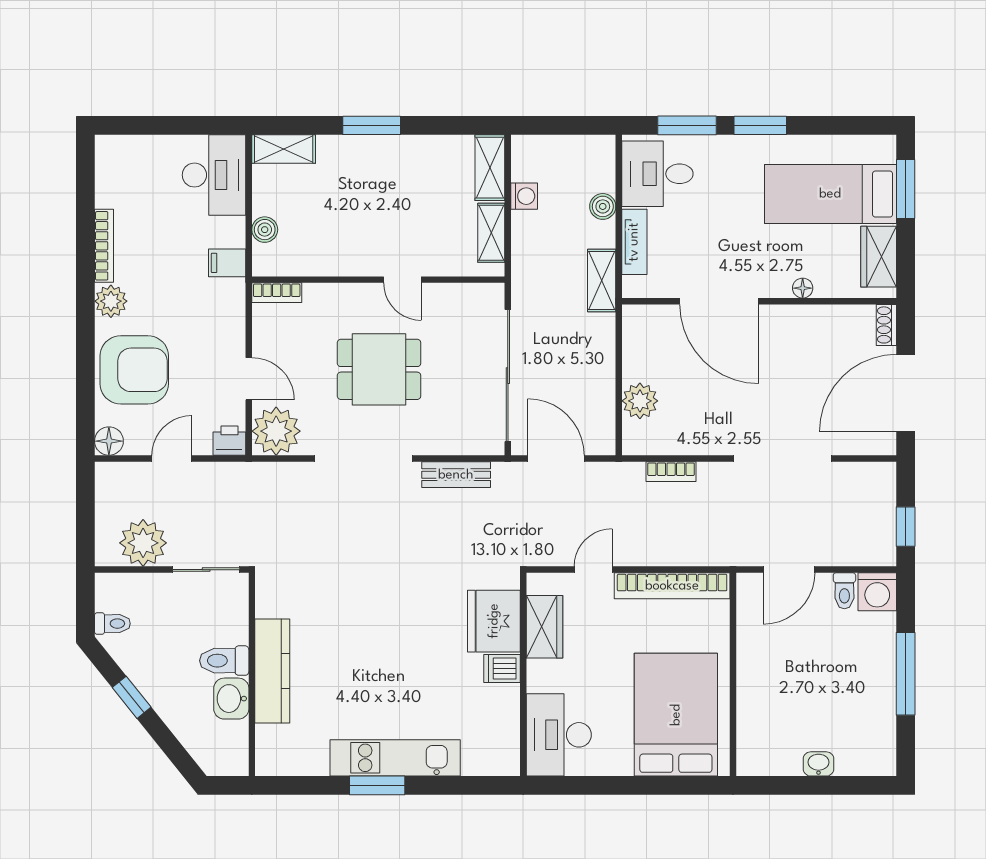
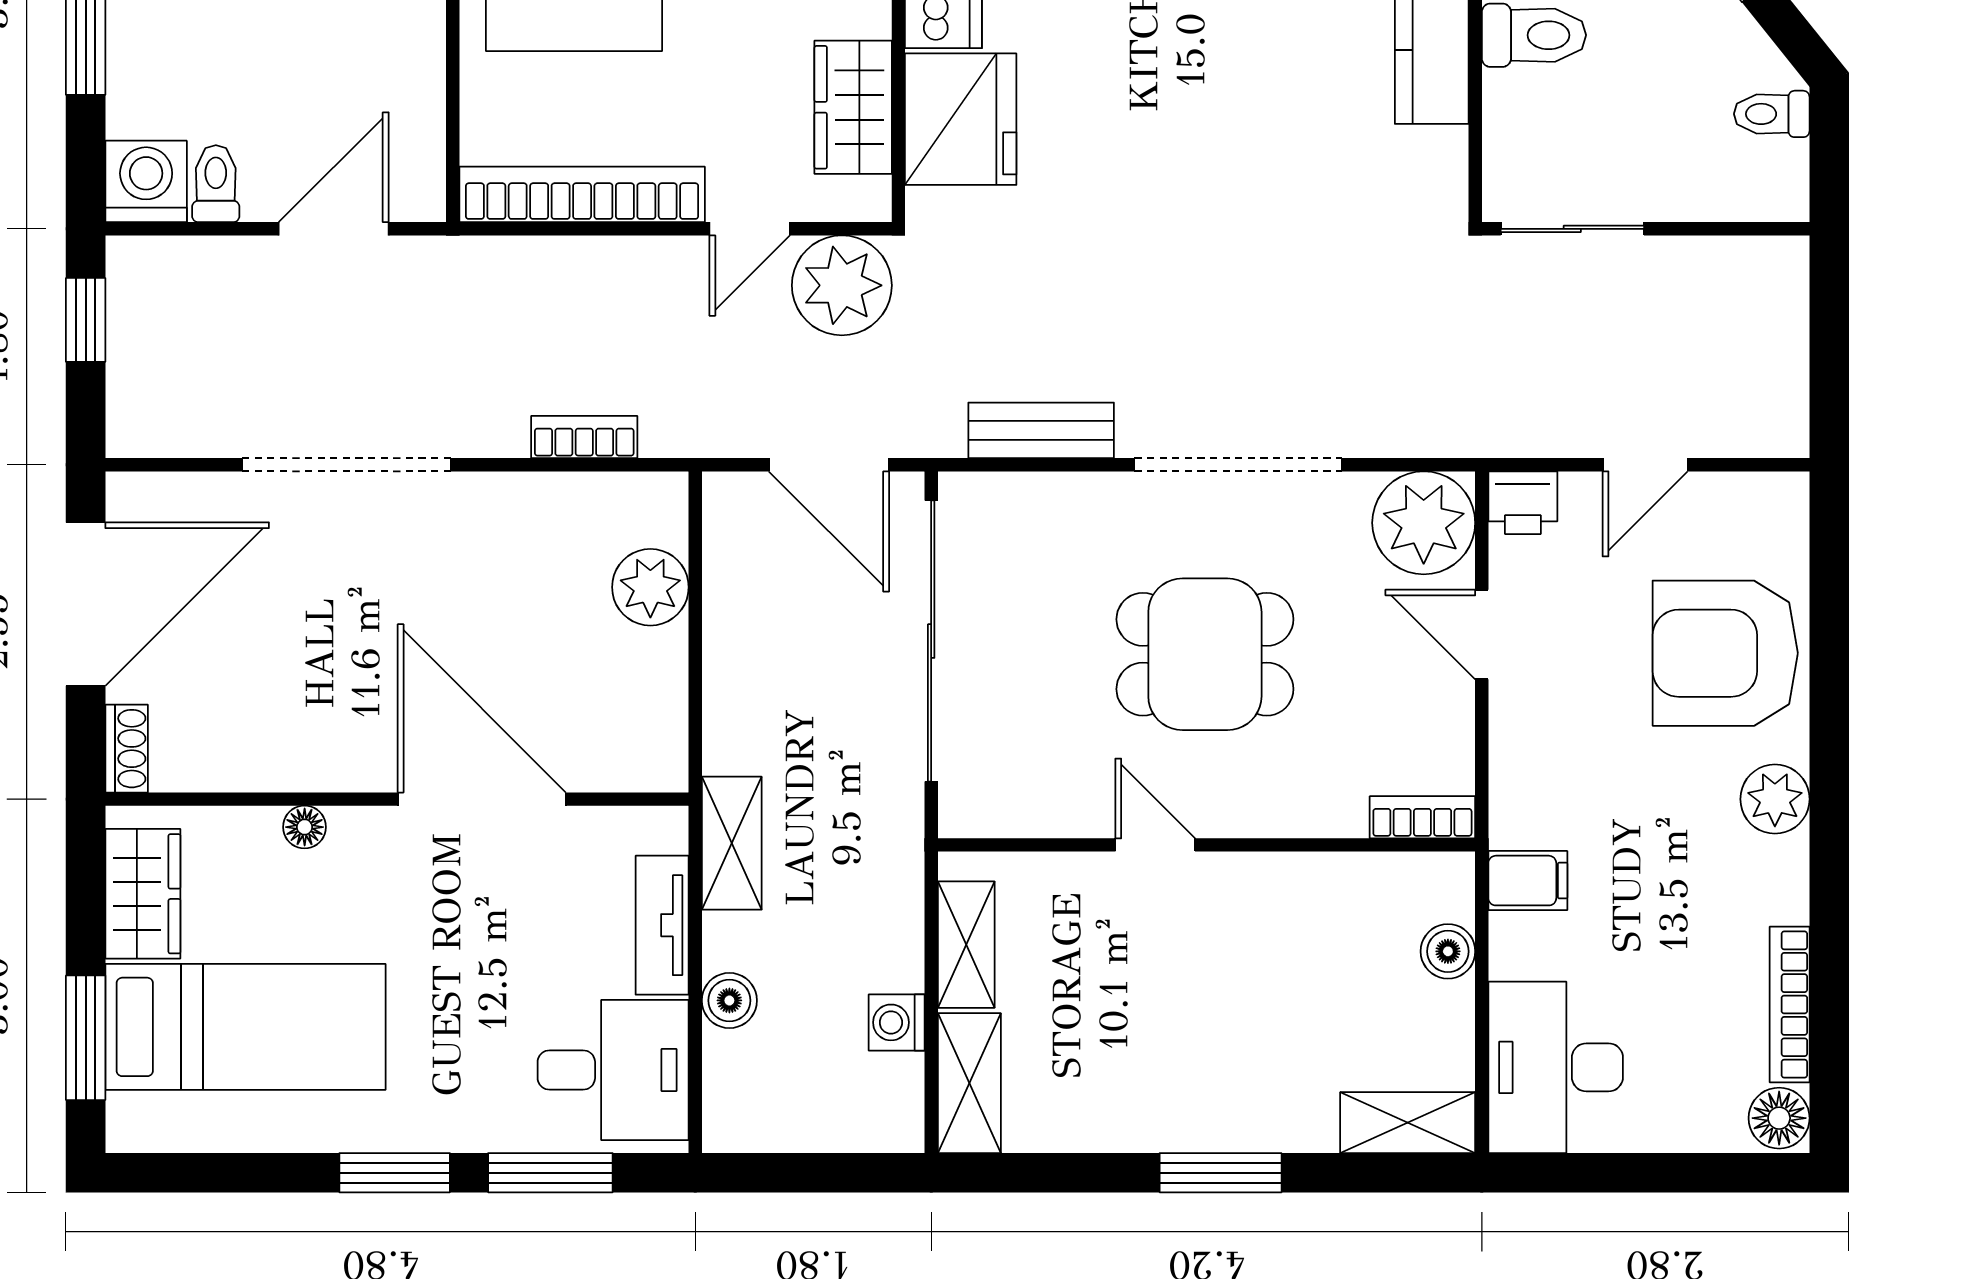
bookcase: (104, 246) -> (1790, 1005), moved
floor lamp: (109, 441) -> (1779, 1118), moved
plant: (143, 543) -> (842, 285), moved

